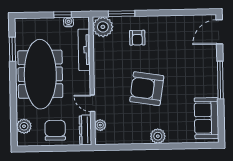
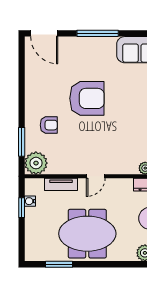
tv unit: (84, 50) -> (61, 184), width x0.71
meeting table: (40, 74) -> (87, 234), width x0.73
armchair: (147, 89) -> (87, 98), moved, turned -99
door: (92, 103) -> (96, 176), moved

